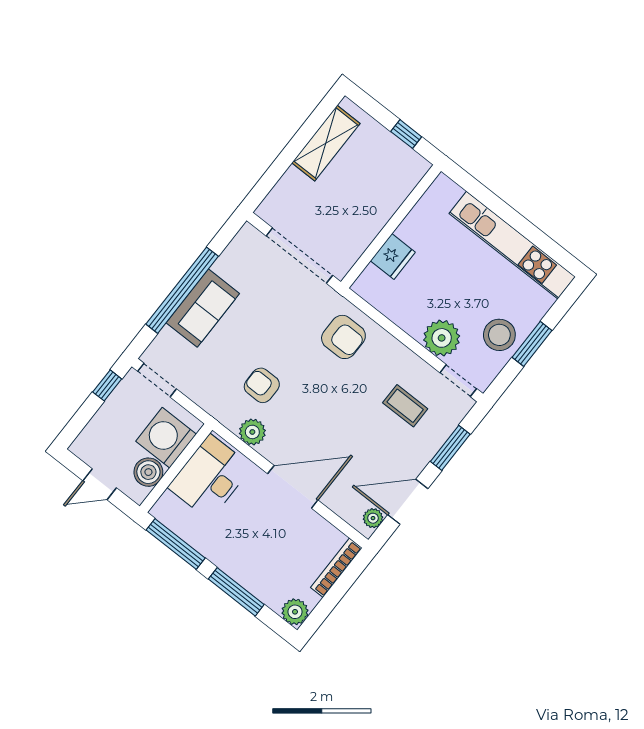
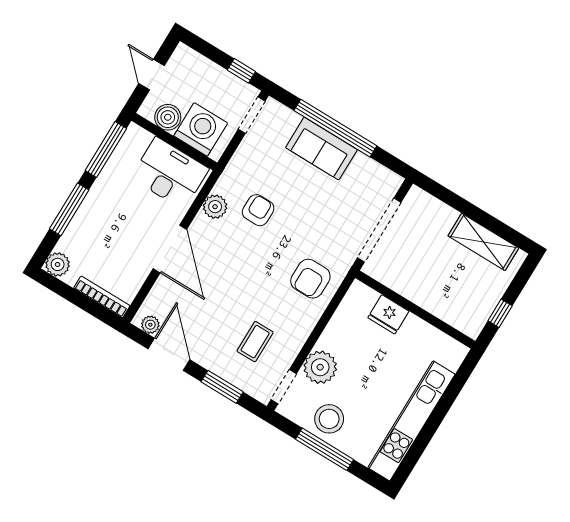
window: (532, 344) -> (325, 449), width x1.44

